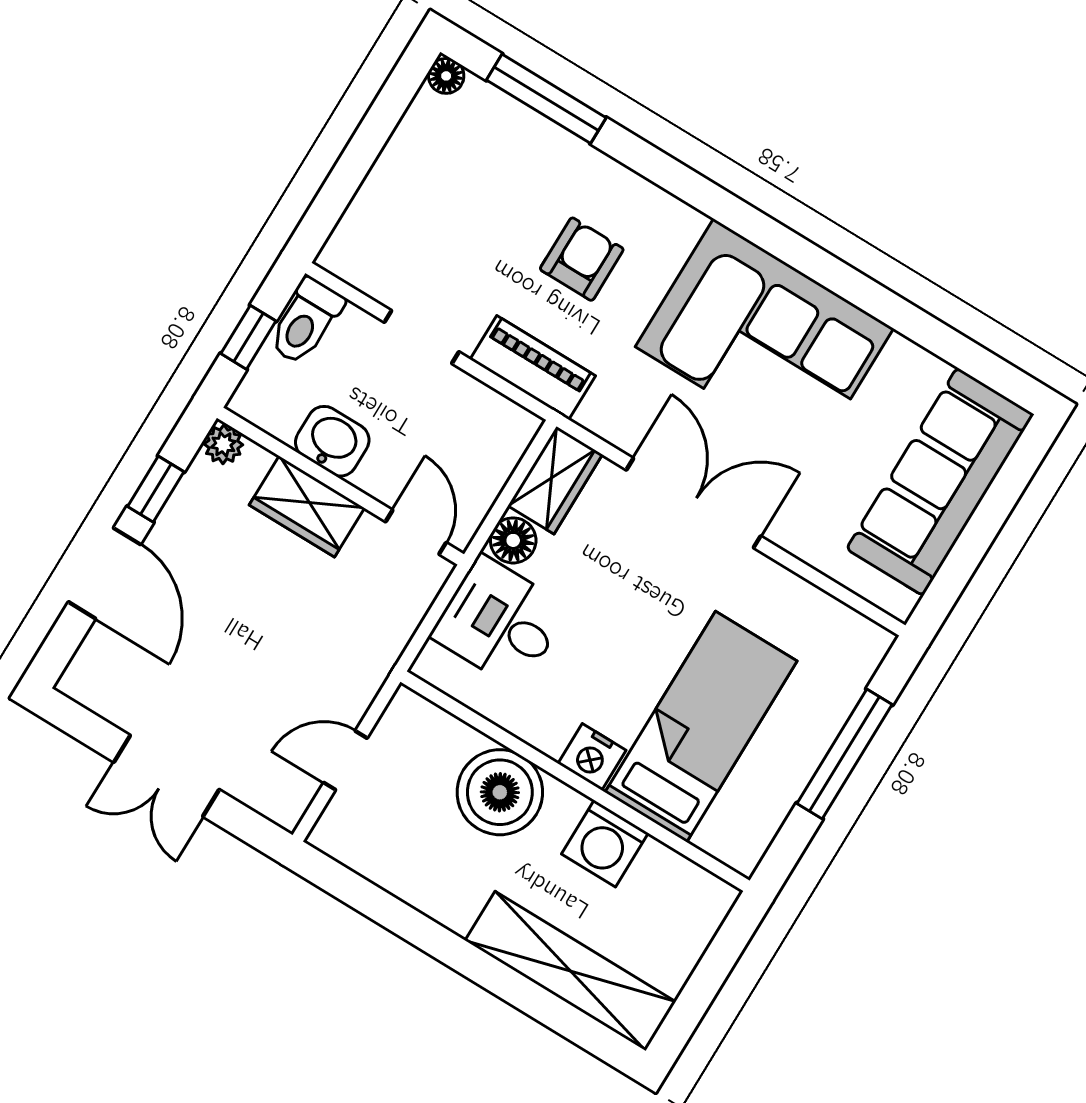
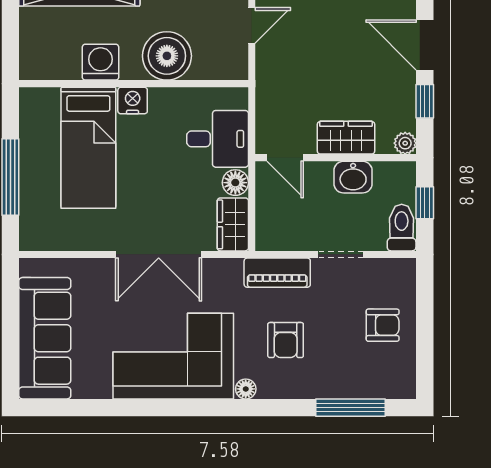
floor lamp: (446, 76) -> (246, 389), moved
armchair: (423, 193) -> (383, 325), added

